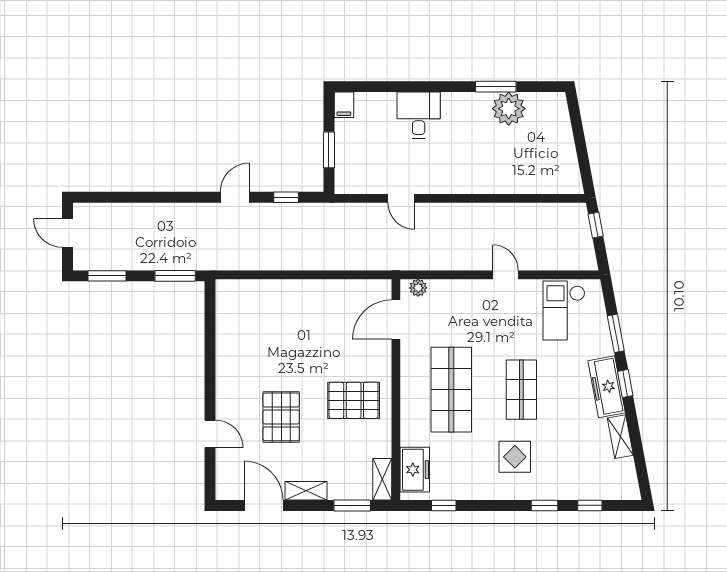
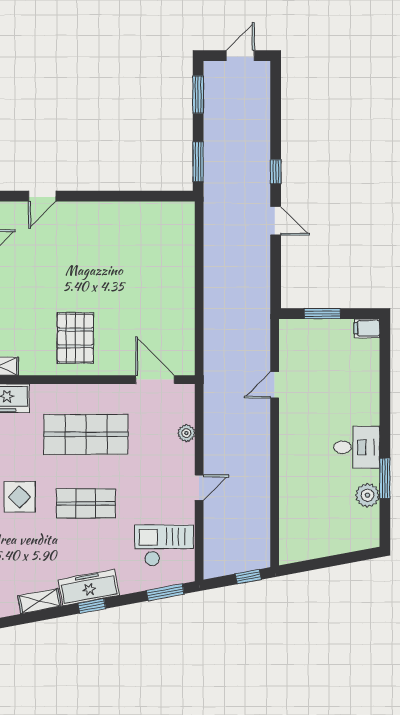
plant: (509, 109) -> (368, 495), width x0.73, depth x0.73
desk: (419, 115) -> (357, 447), moved
window: (286, 197) -> (276, 172), moved
plant: (418, 288) -> (186, 433), moved
window: (616, 333) -> (165, 592), moved
pallet: (281, 417) -> (59, 266), removed

